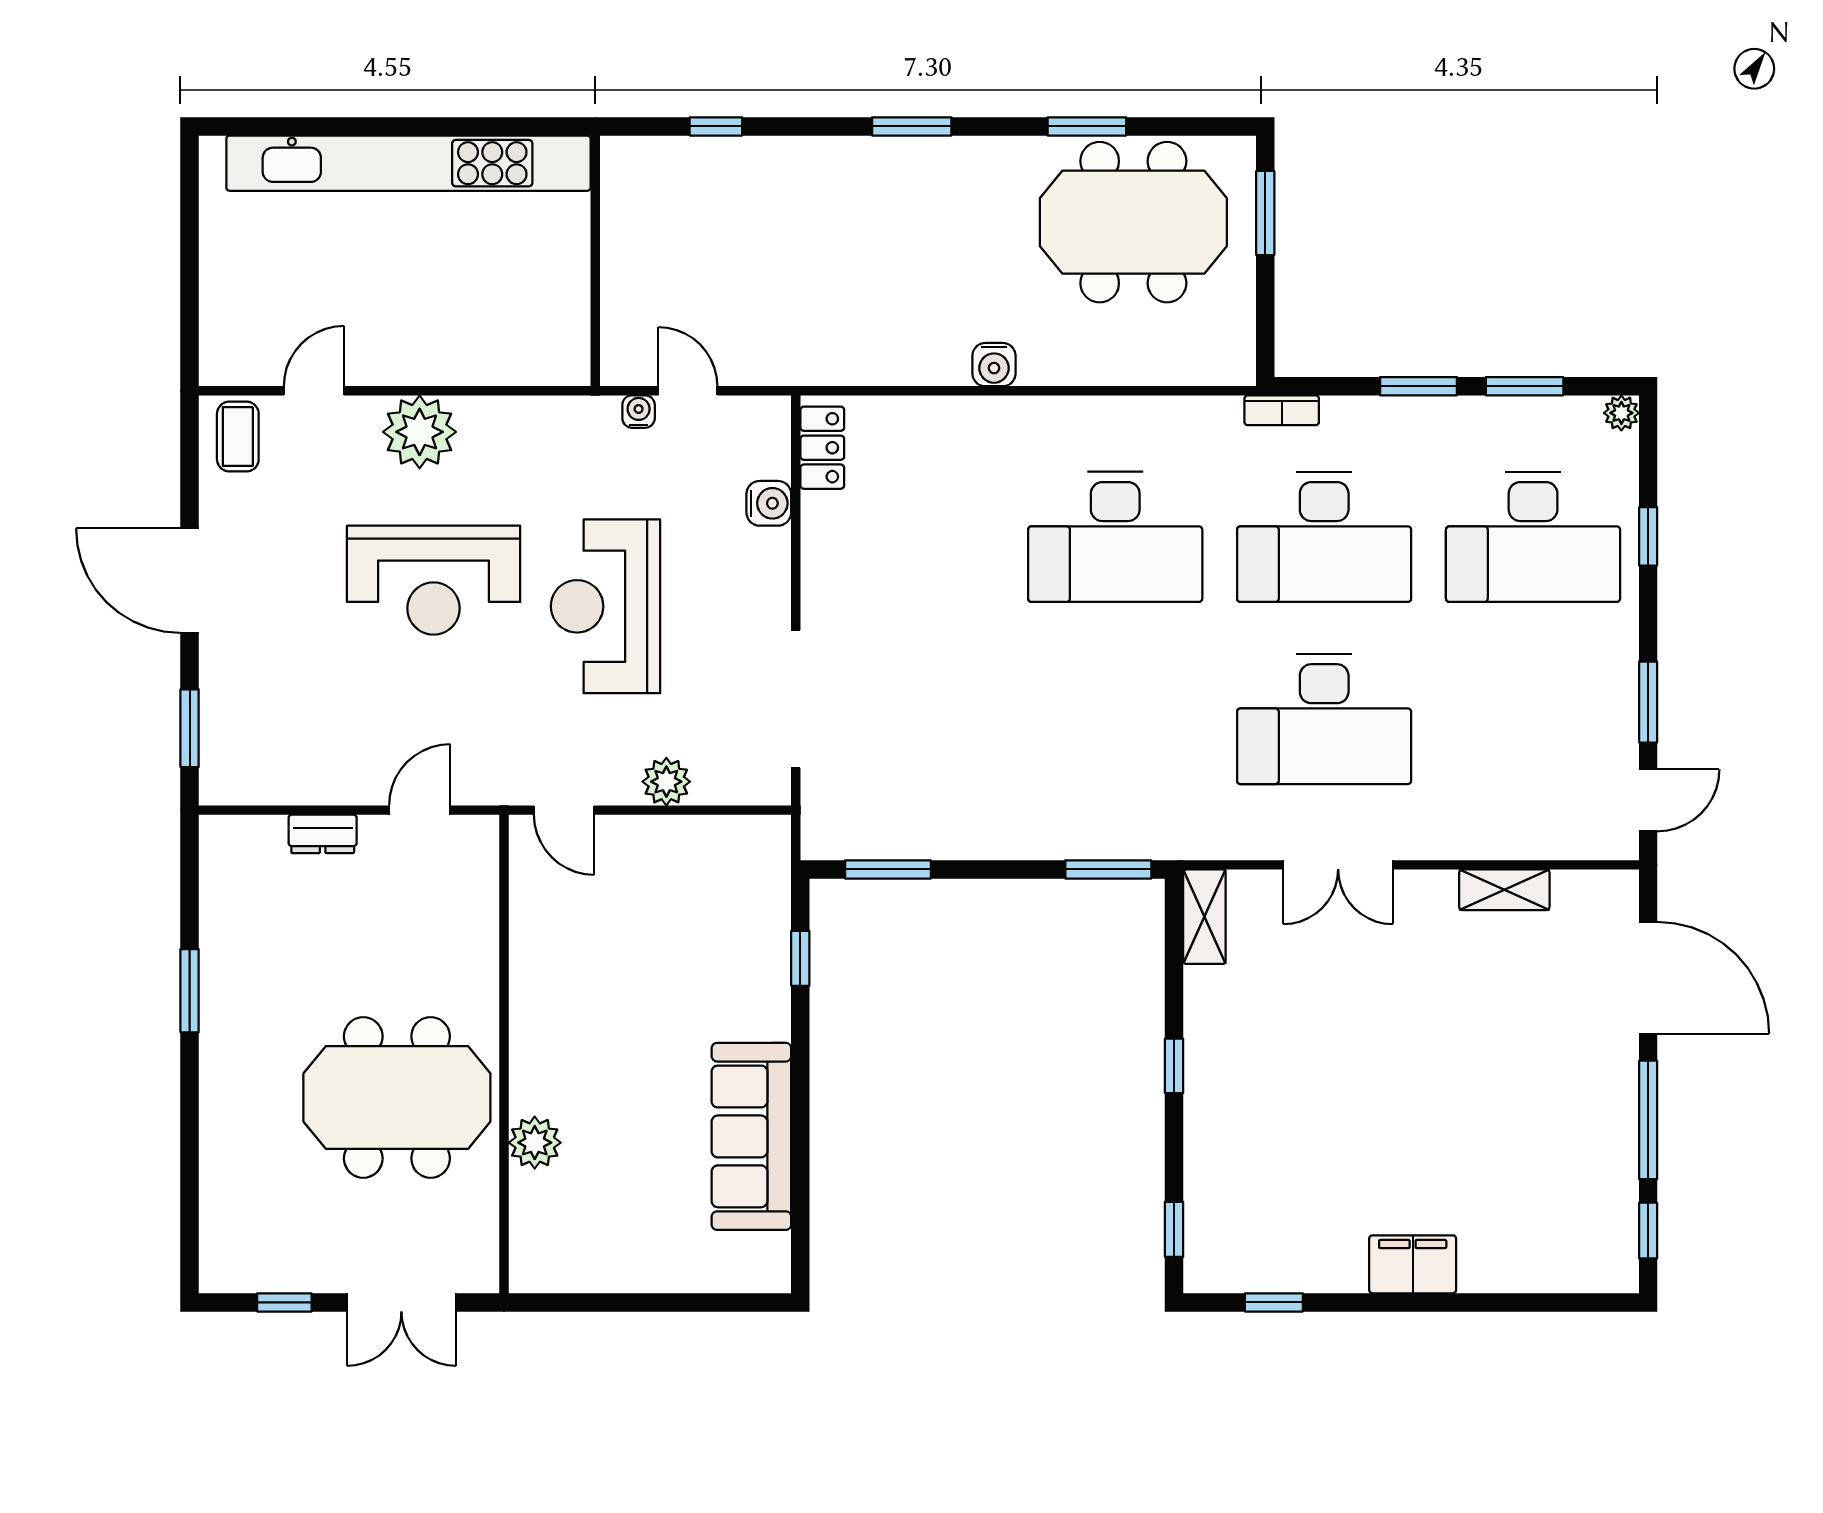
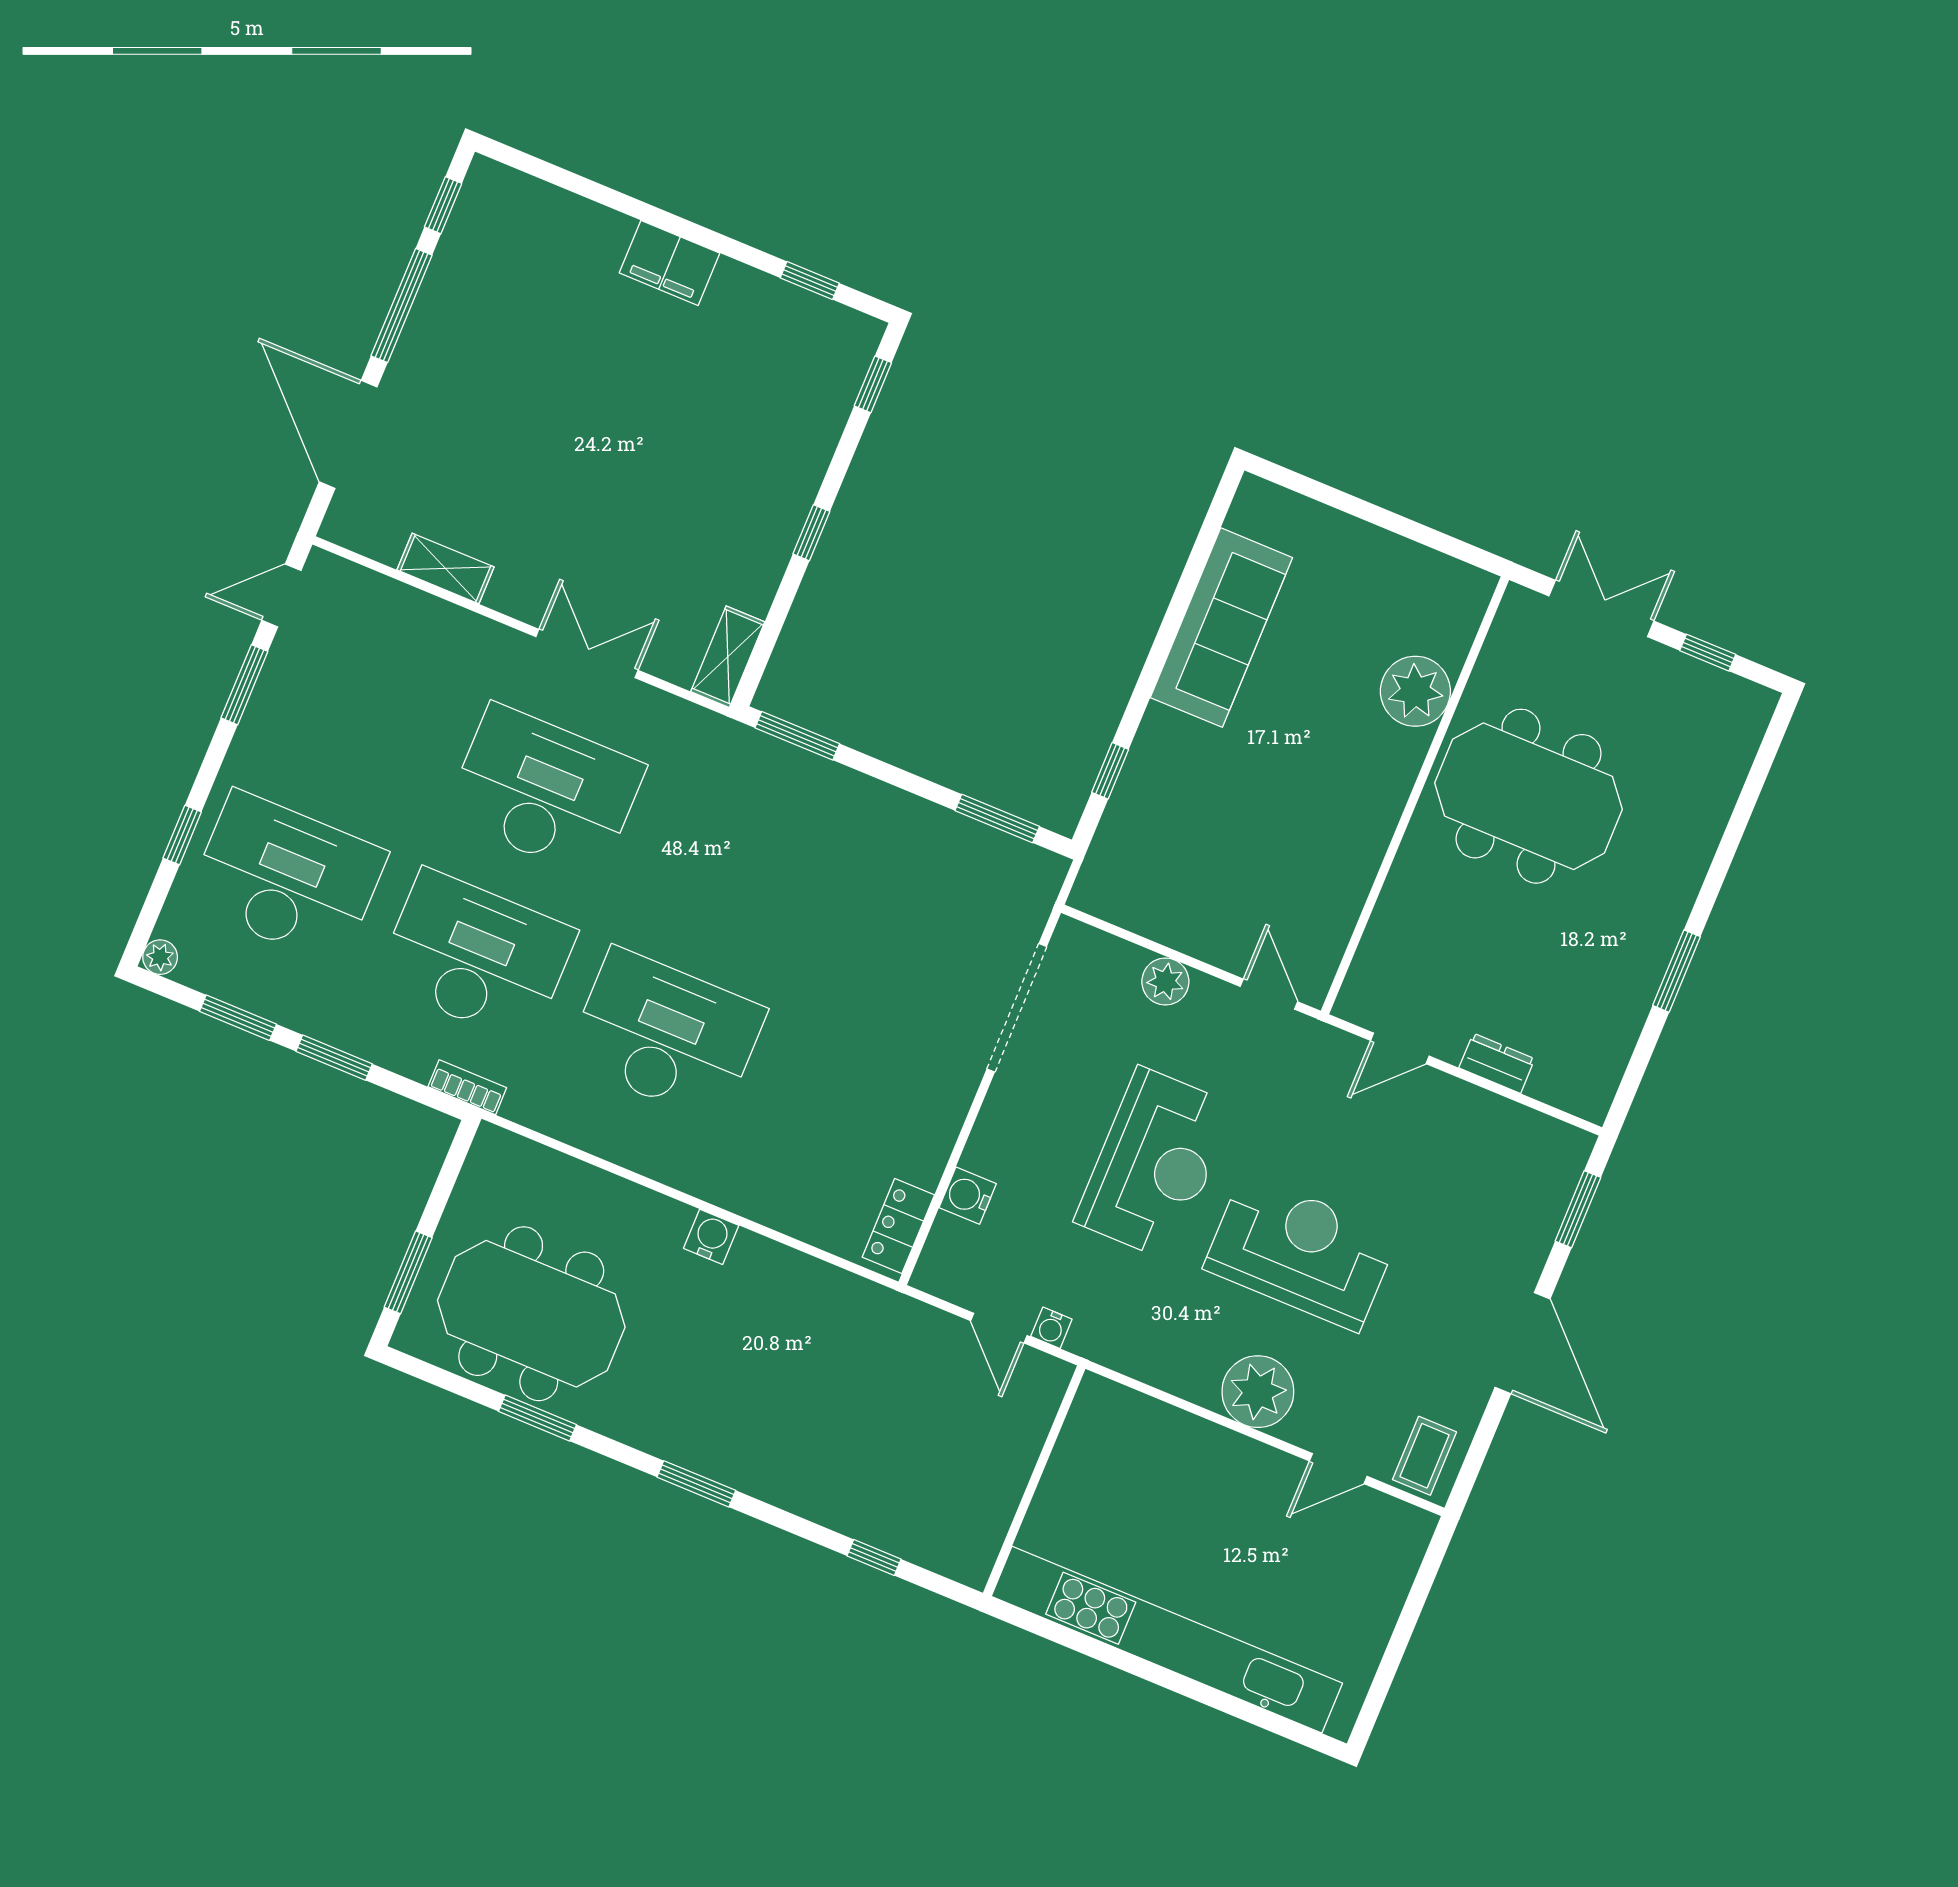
plant: (535, 1143) -> (1415, 691), width x1.36, depth x1.36

